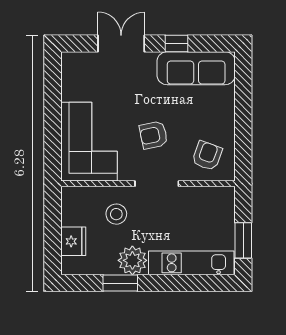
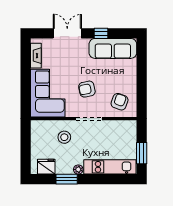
fireplace: (70, 80) -> (36, 56), added
fridge: (73, 241) -> (46, 167), moved, turned -90
plant: (132, 260) -> (78, 169), width x0.53, depth x0.53

